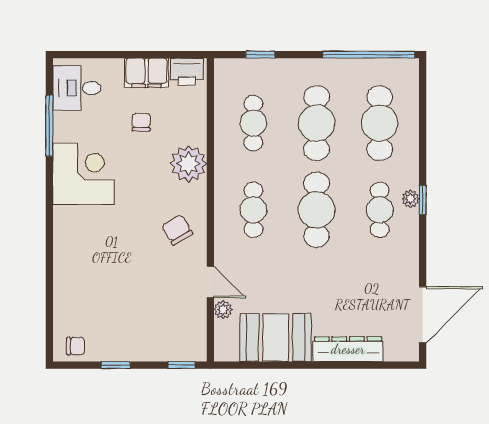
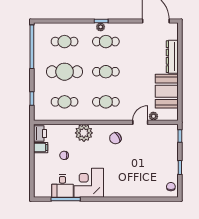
filing cabinet: (146, 73) -> (41, 148), width x0.50
desk: (77, 88) -> (62, 186), moved
cafe table: (380, 123) -> (65, 42), width x0.73, depth x0.74
cafe table: (317, 210) -> (106, 72), width x0.73, depth x0.74

